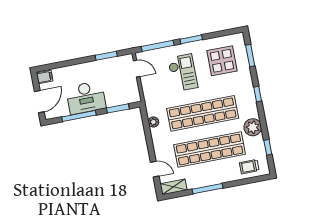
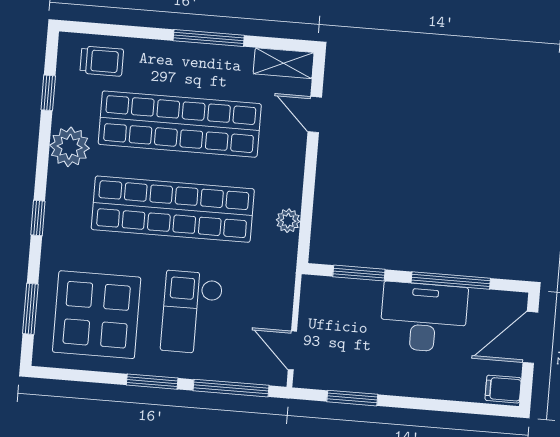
display table: (222, 61) -> (97, 315), width x1.36, depth x1.36

